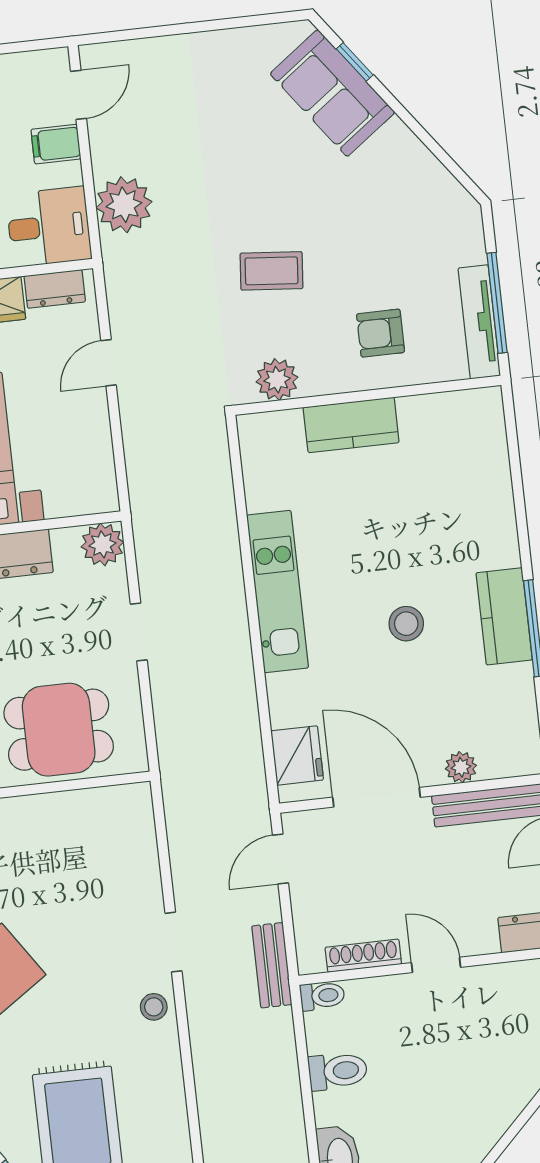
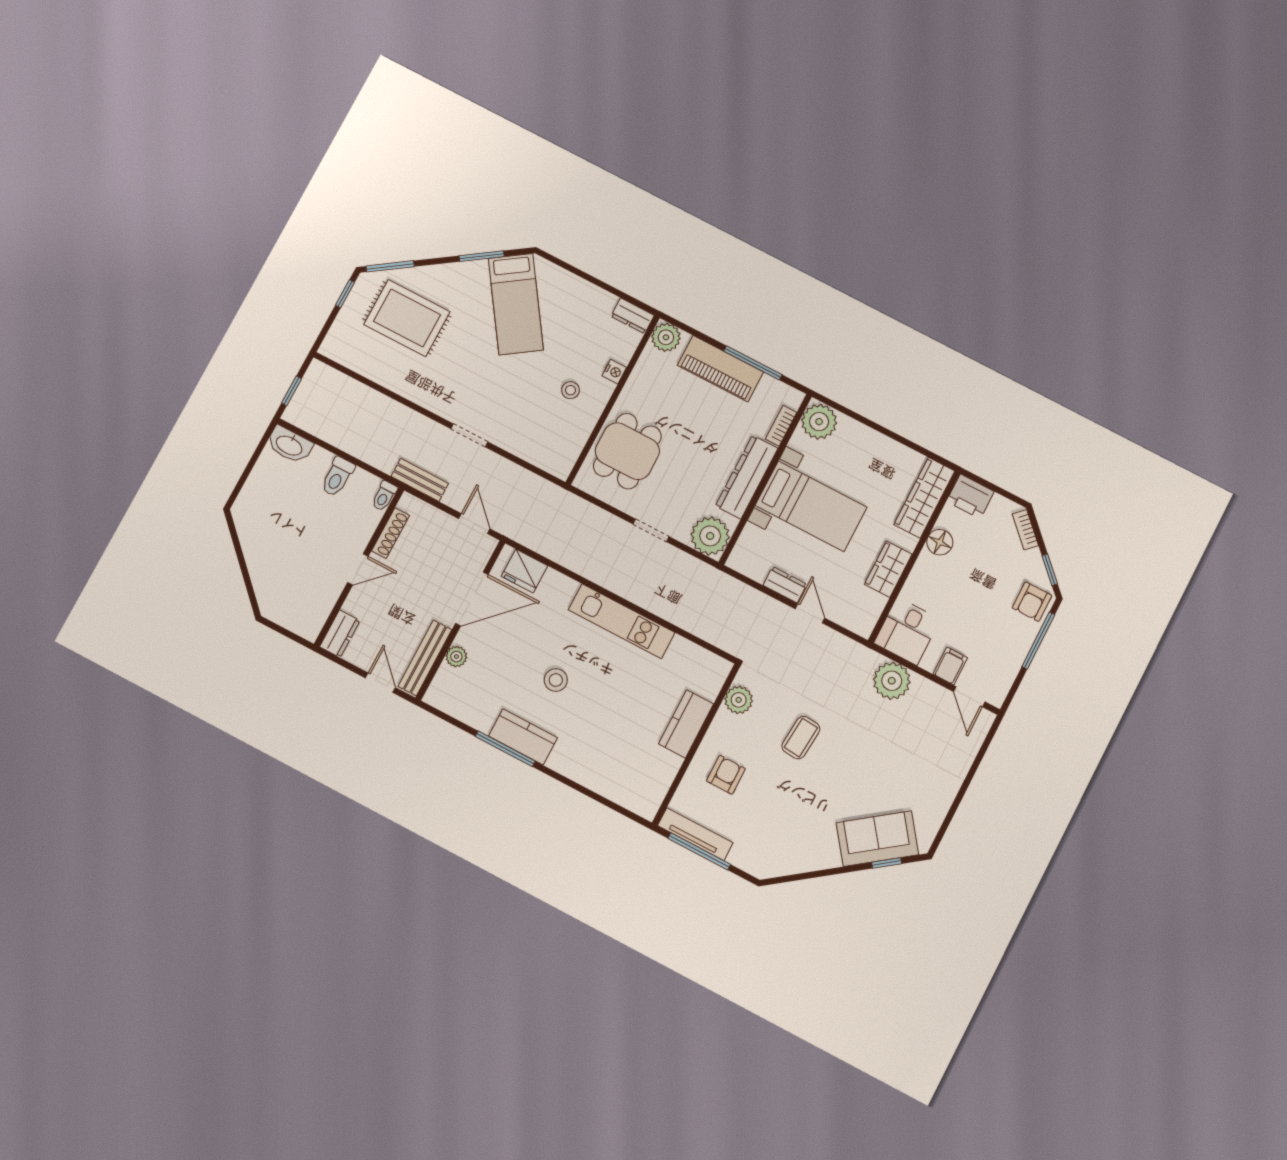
dresser: (55, 289) -> (785, 585), moved, turned 90
plant: (102, 544) -> (710, 536), width x1.36, depth x1.36
stool: (154, 1007) -> (570, 390), moved

